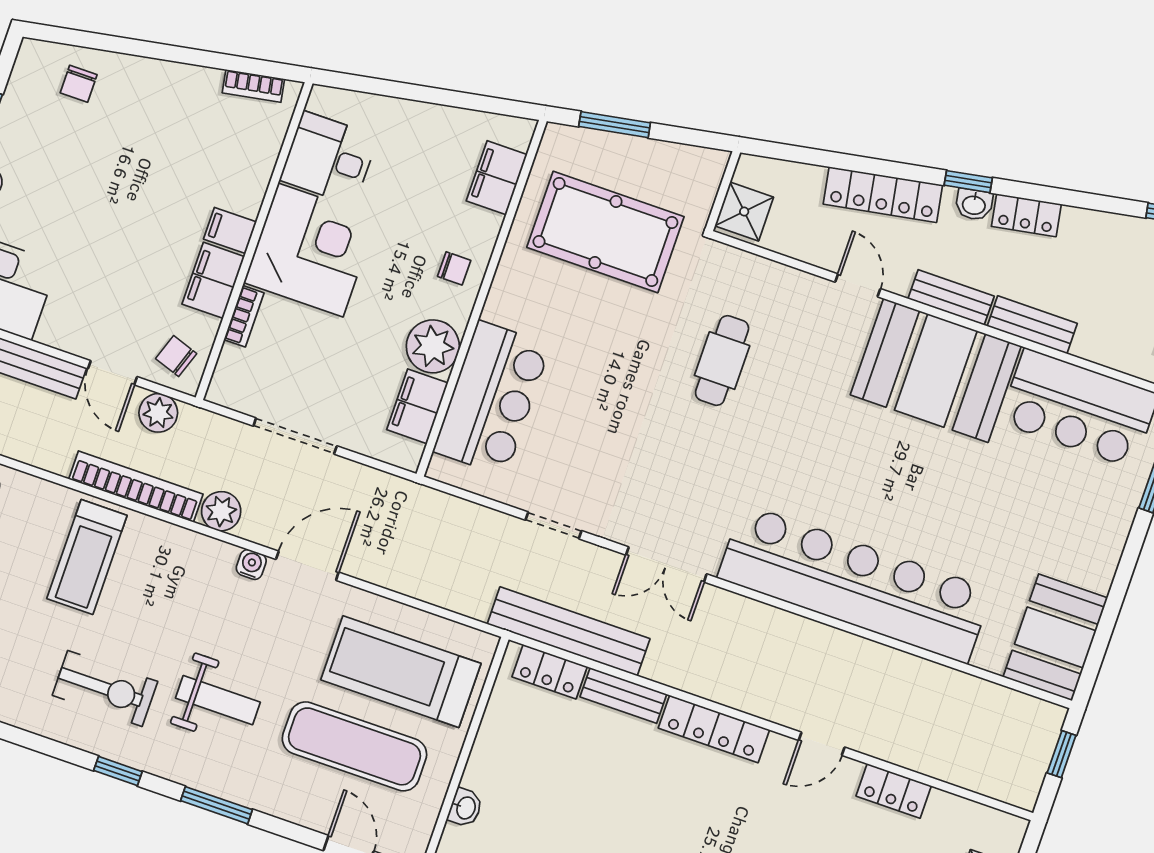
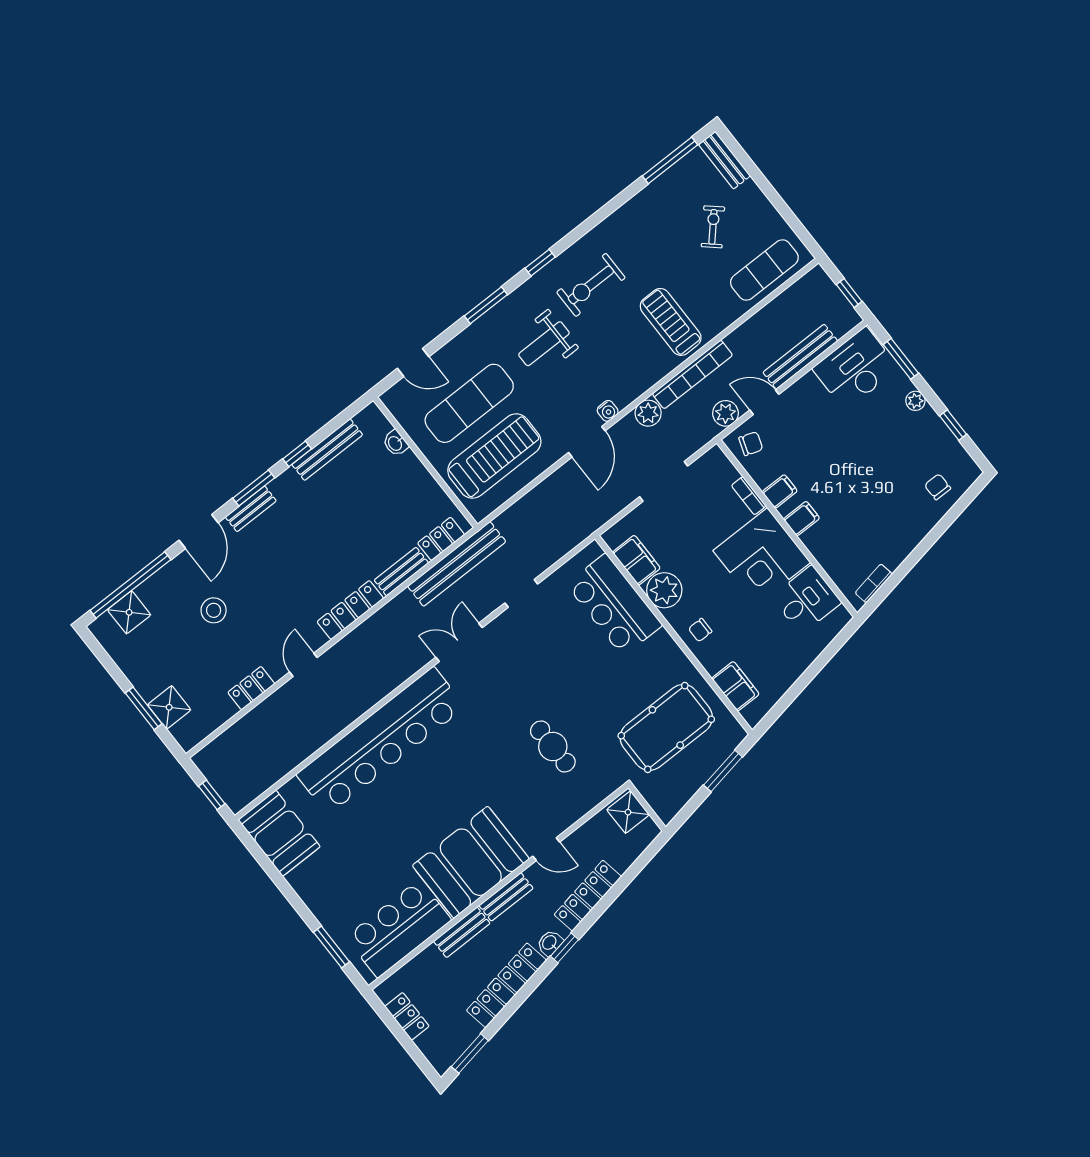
locker: (1026, 215) -> (506, 985), width x2.16, depth x1.21
filing cabinet: (213, 280) -> (780, 491), width x0.50

